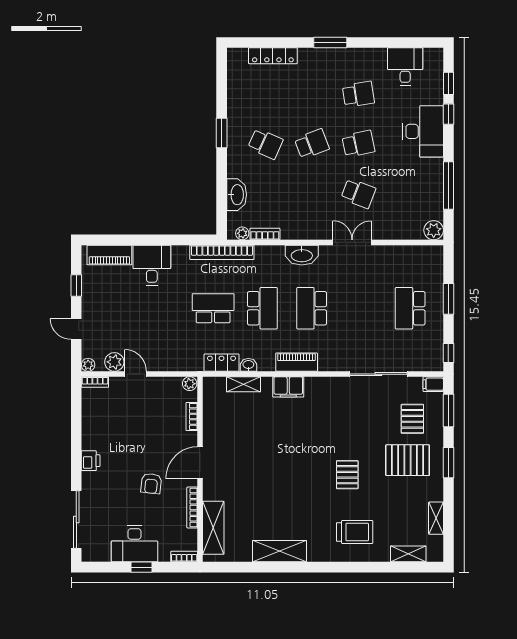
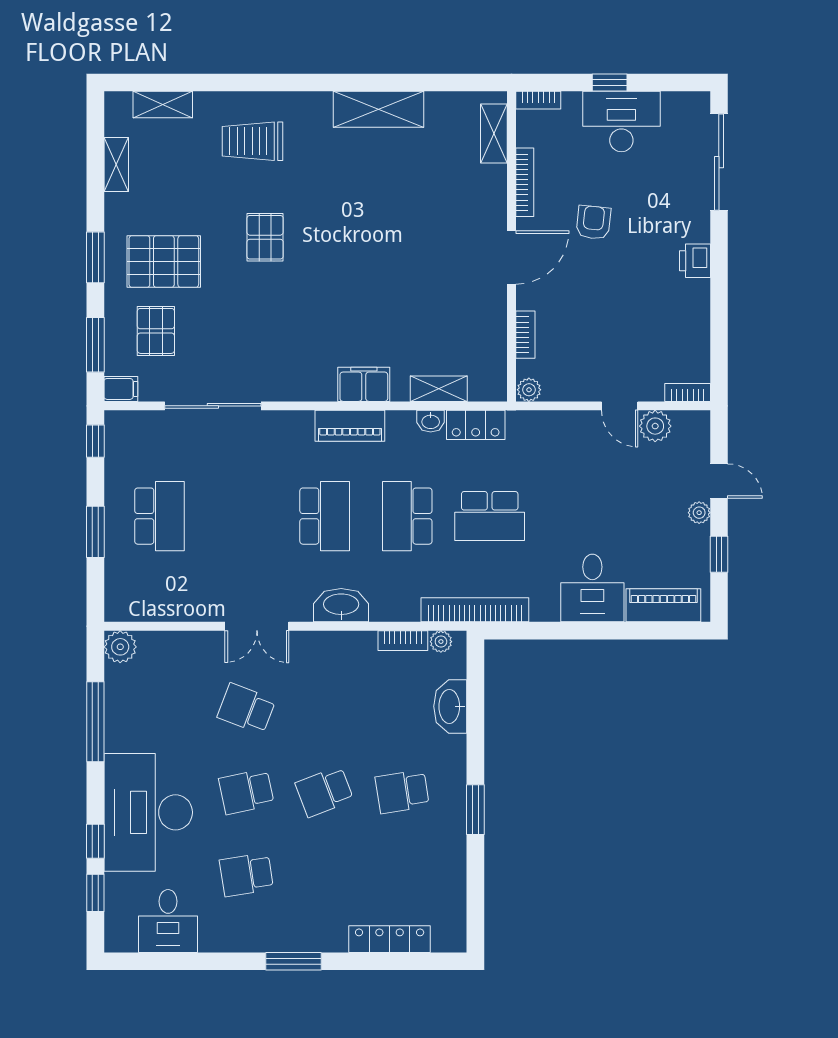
desk: (423, 131) -> (148, 812), width x1.36, depth x1.30
school desk: (265, 144) -> (402, 792), turned -33
plant: (88, 365) -> (699, 513), moved
shelving: (213, 528) -> (494, 134), width x0.67, depth x0.75

